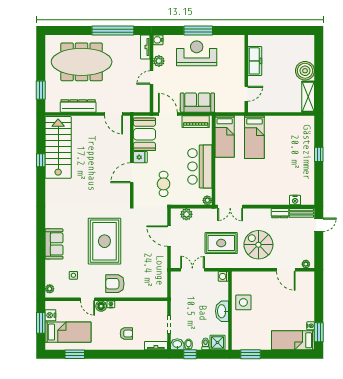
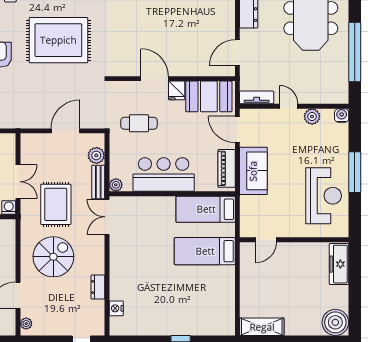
tv unit: (145, 47) -> (257, 97), moved
reception desk: (197, 53) -> (324, 196), moved
freezer: (255, 61) -> (339, 264), moved, turned 90
boiler: (305, 71) -> (335, 322), moved
door: (246, 94) -> (266, 240), hinge flipped
door: (168, 114) -> (237, 129), swing flipped
bench: (301, 213) -> (98, 182), moved
double door: (192, 270) -> (18, 182), moved

